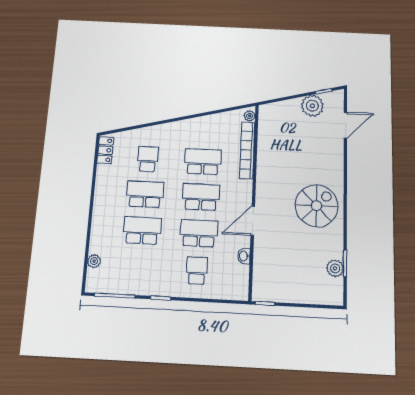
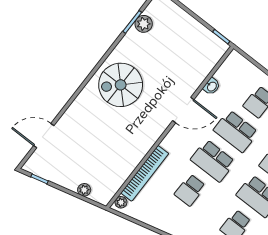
plant: (312, 106) -> (84, 190), moved, width x0.53, depth x0.53
school desk: (203, 162) -> (190, 190), width x0.54

